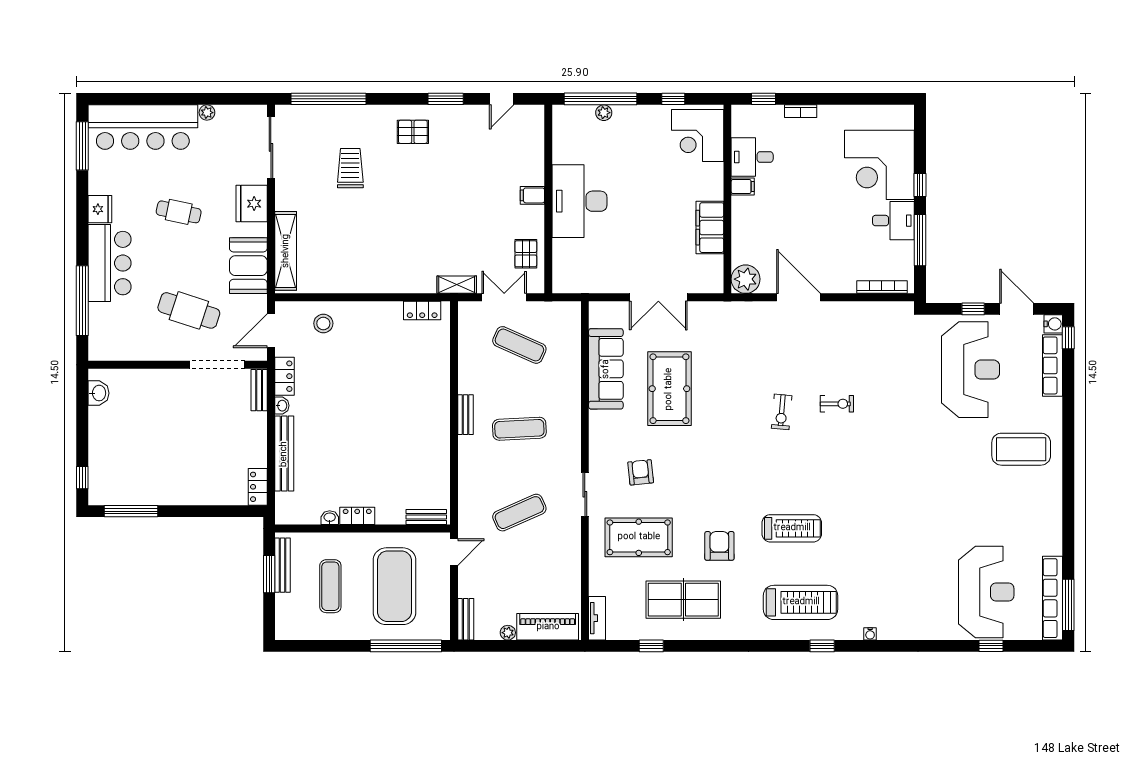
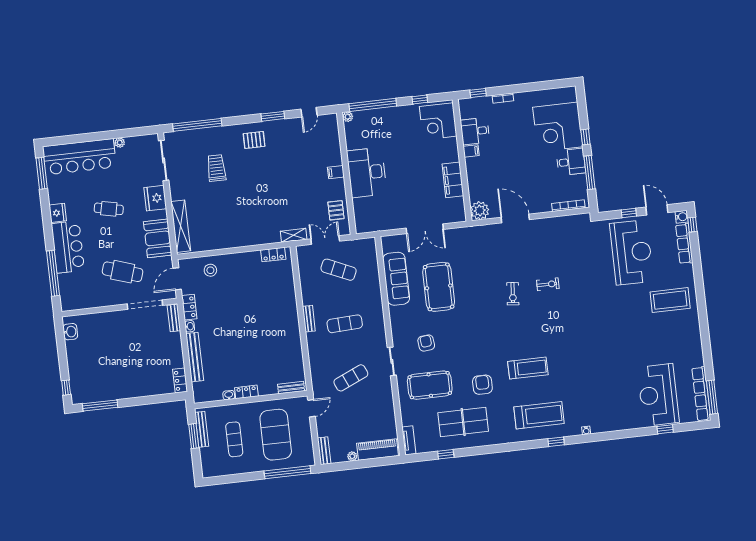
plant: (604, 113) -> (348, 117), moved
reception desk: (986, 592) -> (658, 395), turned 180

